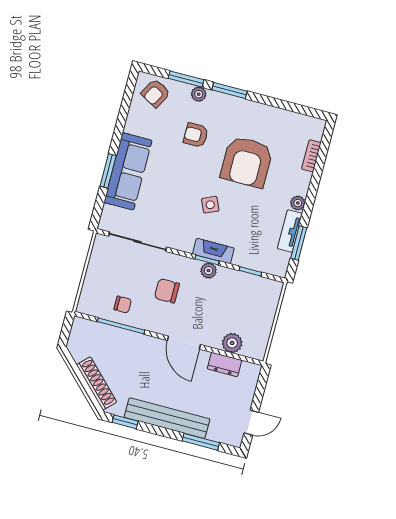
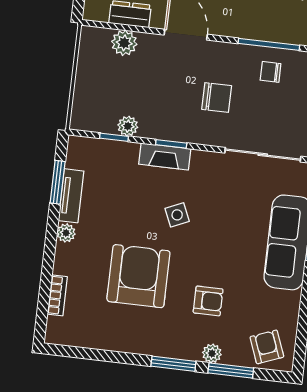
armchair: (156, 93) -> (267, 347), turned -50
plant: (209, 271) -> (128, 126), moved

